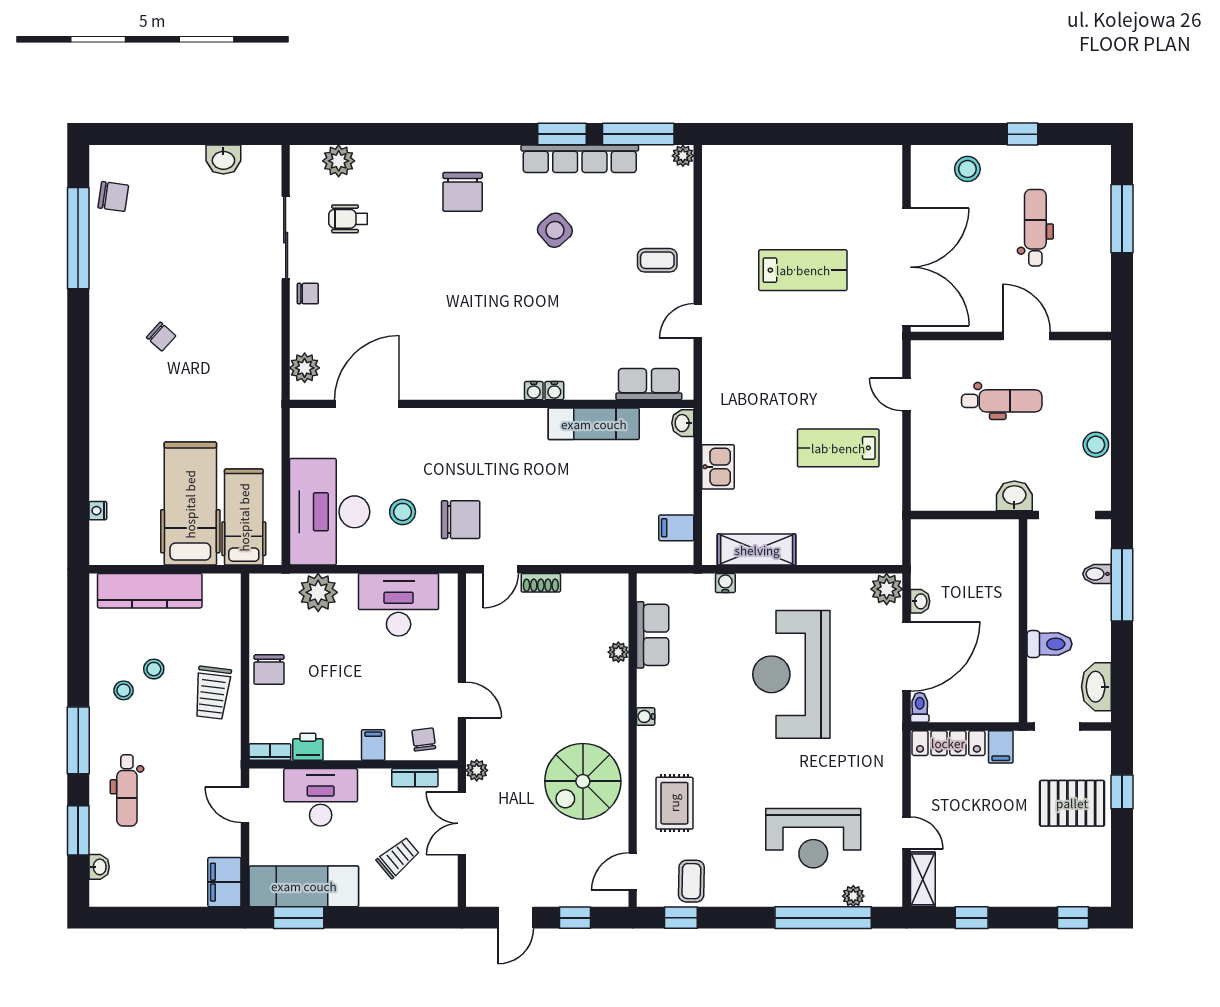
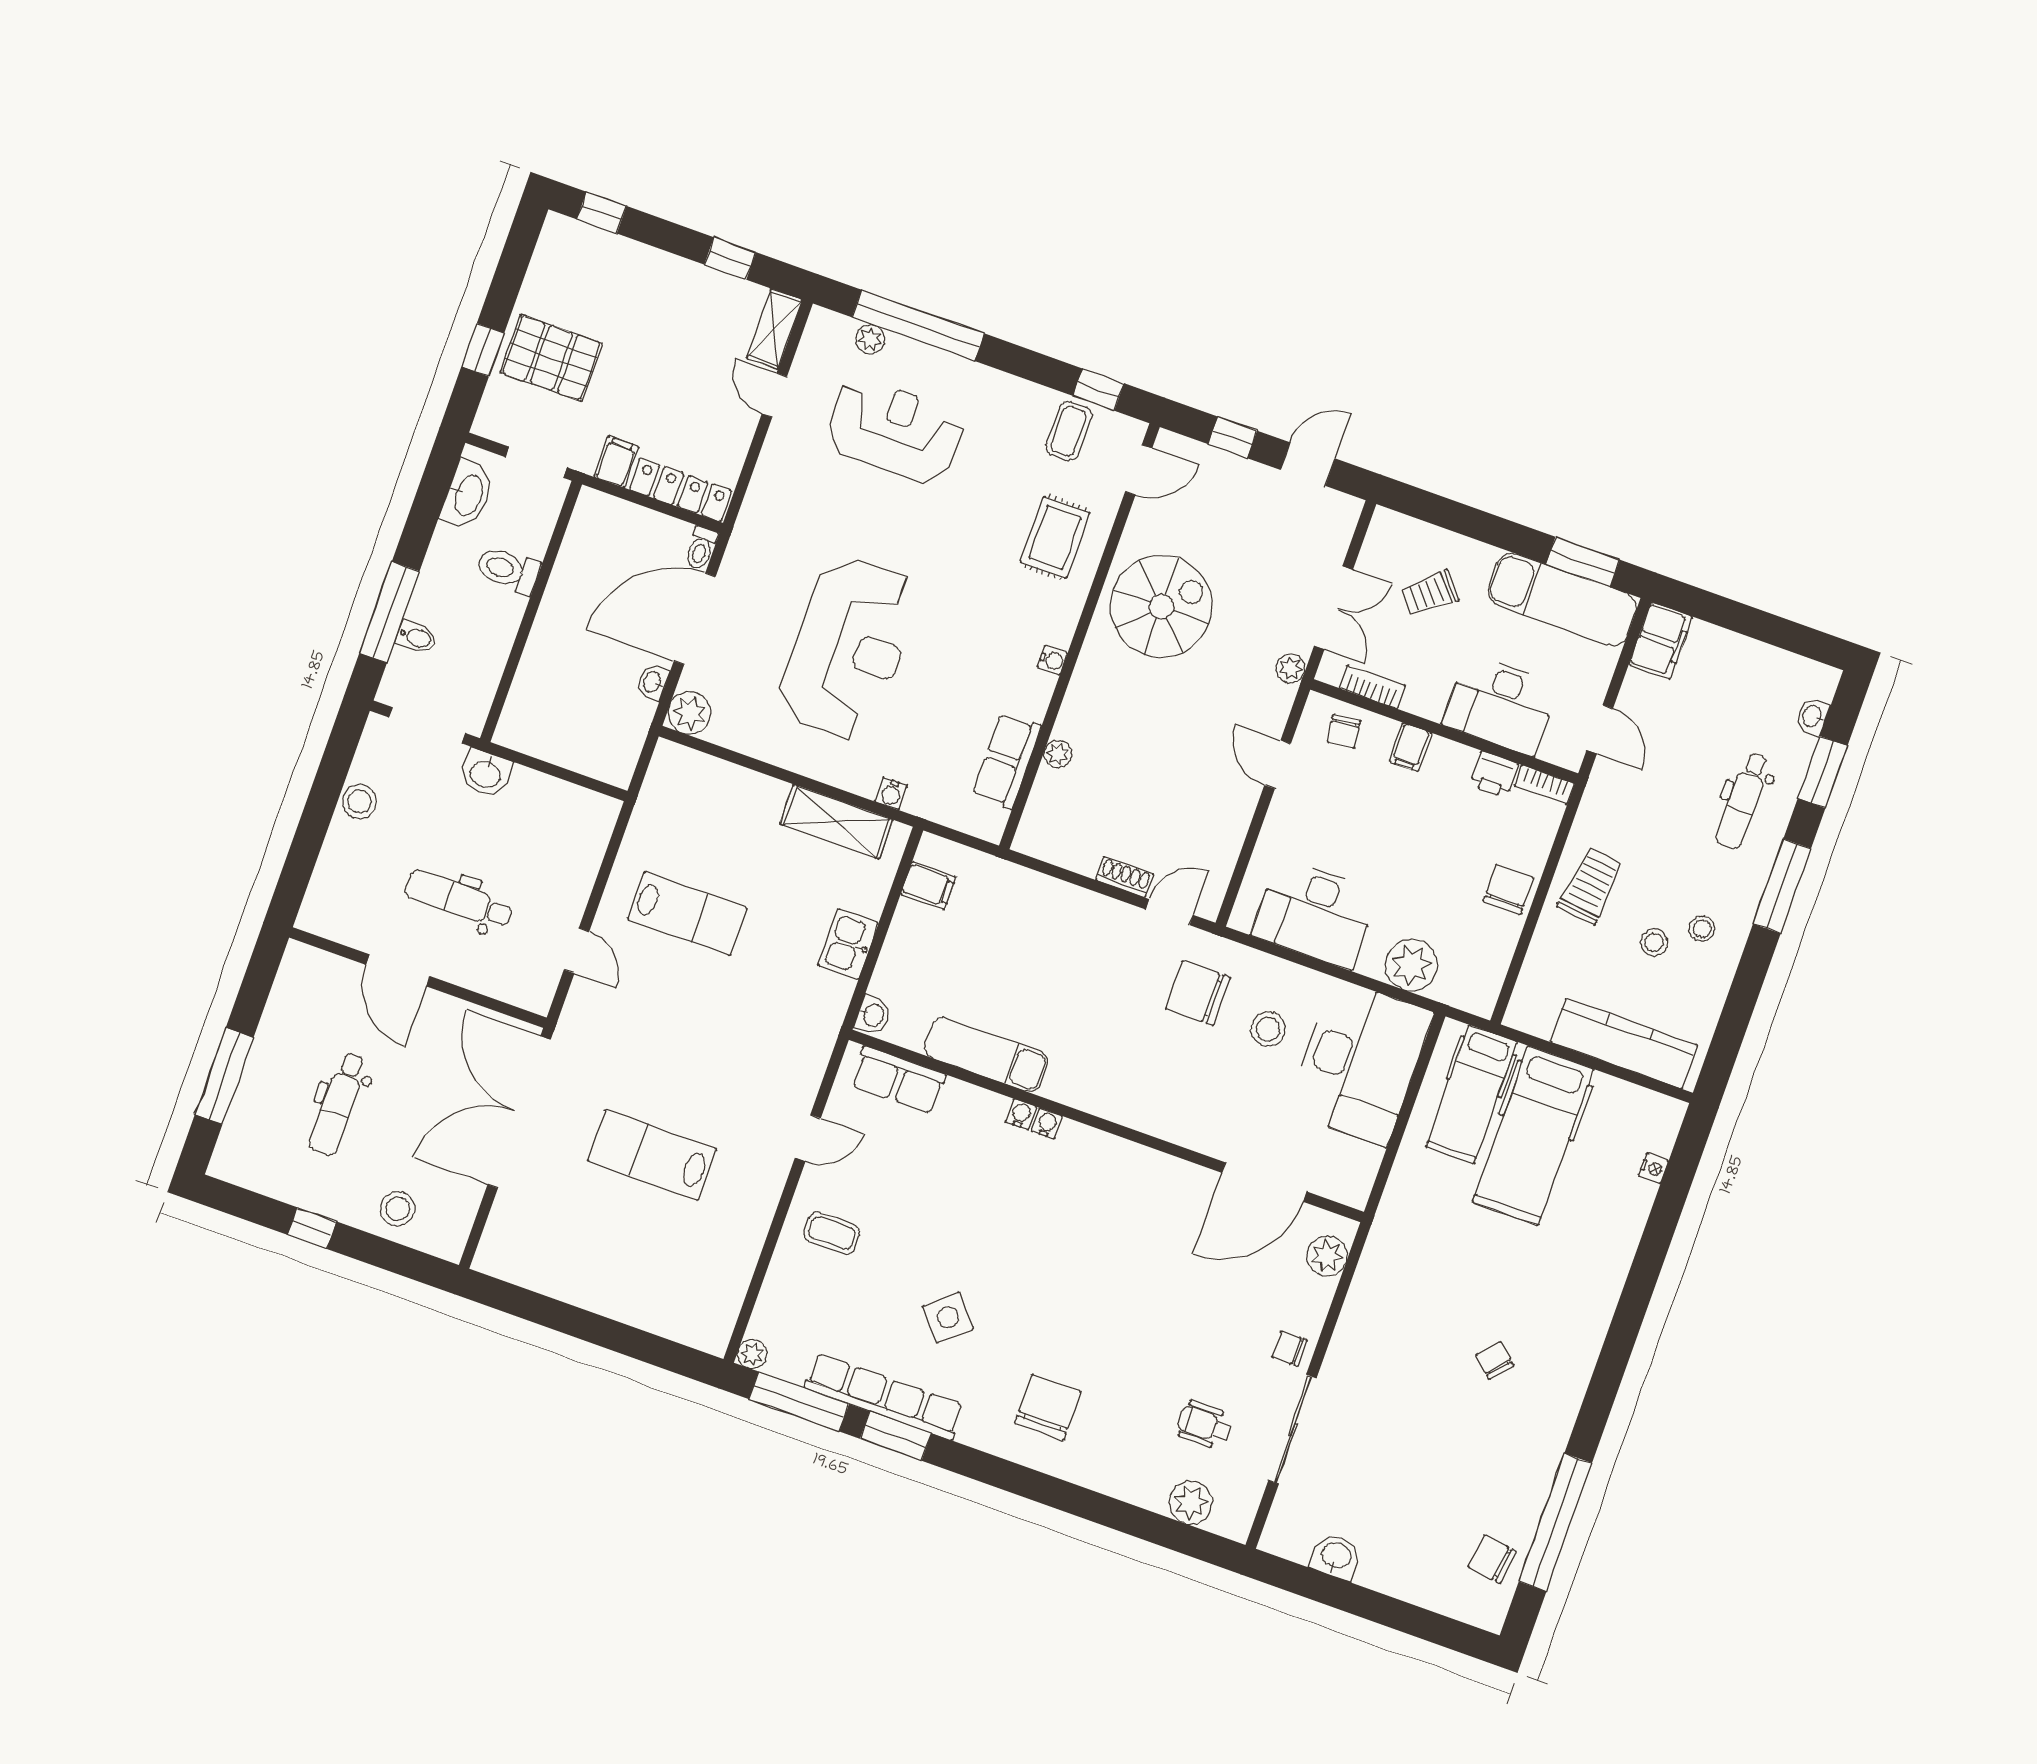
wheelchair: (348, 219) -> (1205, 1425), turned 180
dental chair: (127, 790) -> (1743, 801), turned 180

